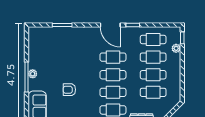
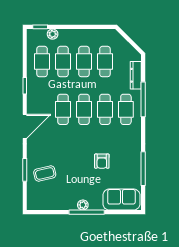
door: (110, 25) -> (25, 126), moved
coffee table: (59, 42) -> (45, 173), added

